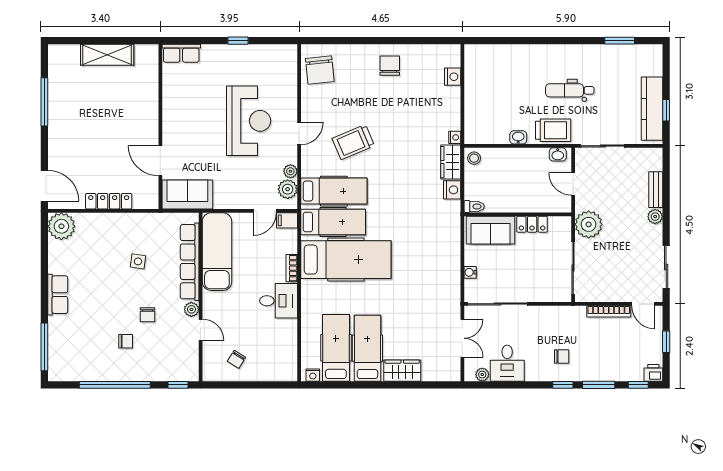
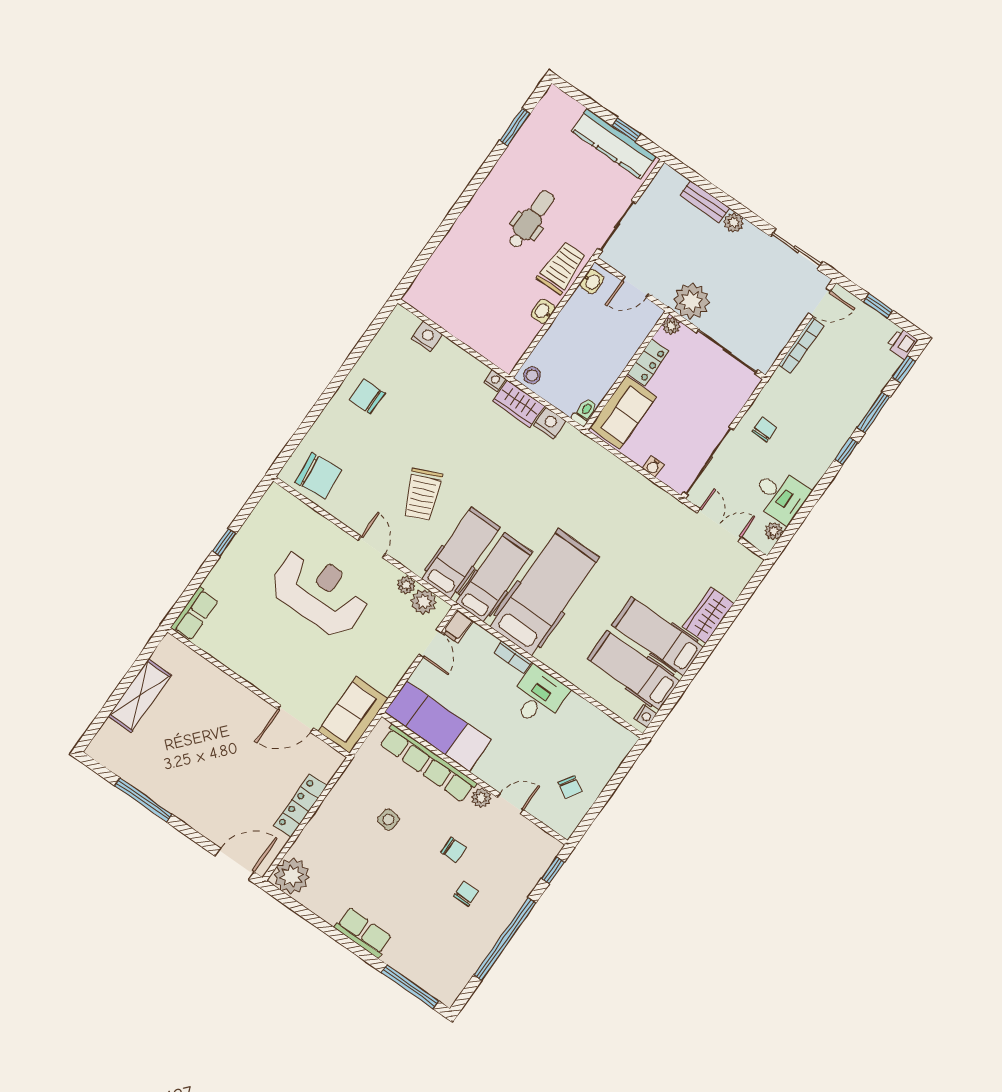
dental chair: (570, 90) -> (531, 219), turned 180
plant: (565, 223) -> (671, 326), added
chair: (562, 356) -> (764, 430), moved

